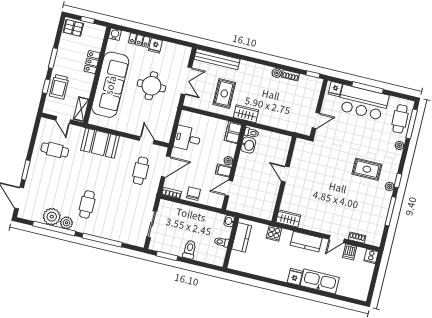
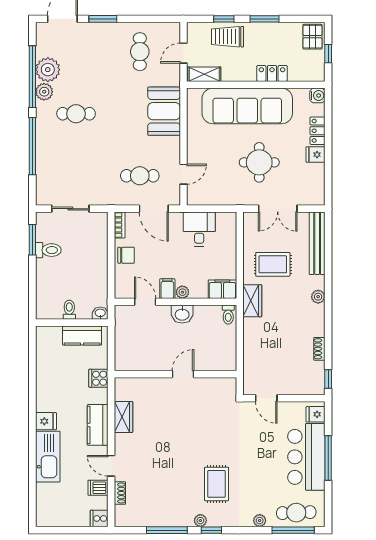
plant: (277, 73) -> (318, 297), moved
washbasin: (248, 145) -> (182, 314), moved
wardrobe: (288, 218) -> (123, 417), moved
toilet: (190, 250) -> (48, 250), moved

